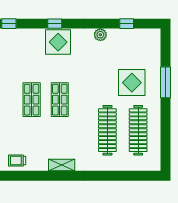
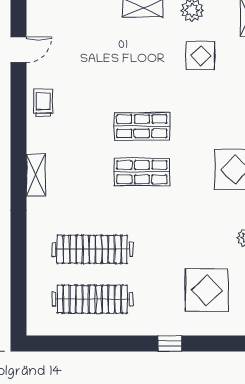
window: (166, 82) -> (170, 344), width x0.46
display table: (132, 83) -> (207, 290), moved

